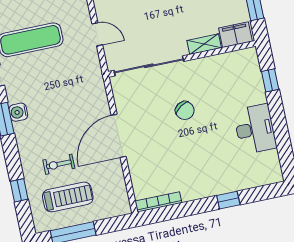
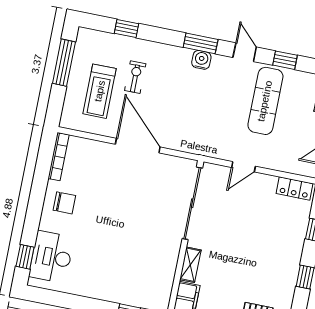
chair: (185, 110) -> (64, 203), moved, turned -147
desk: (255, 129) -> (51, 257), moved, turned 90
treadmill: (68, 197) -> (100, 91), moved
window: (228, 200) -> (25, 257), moved

